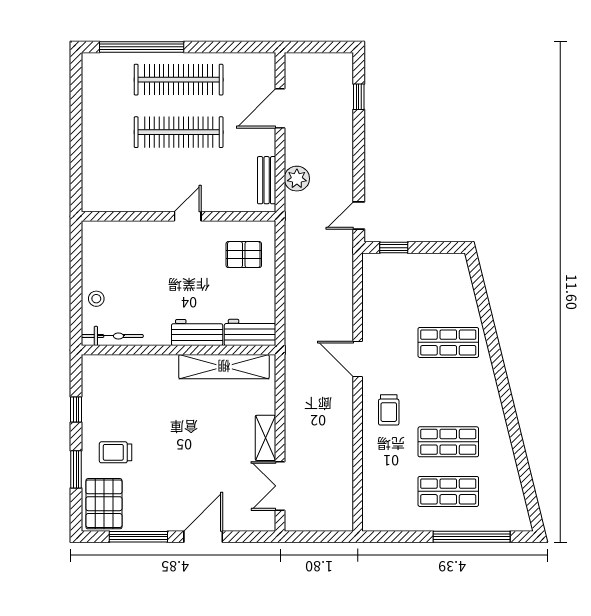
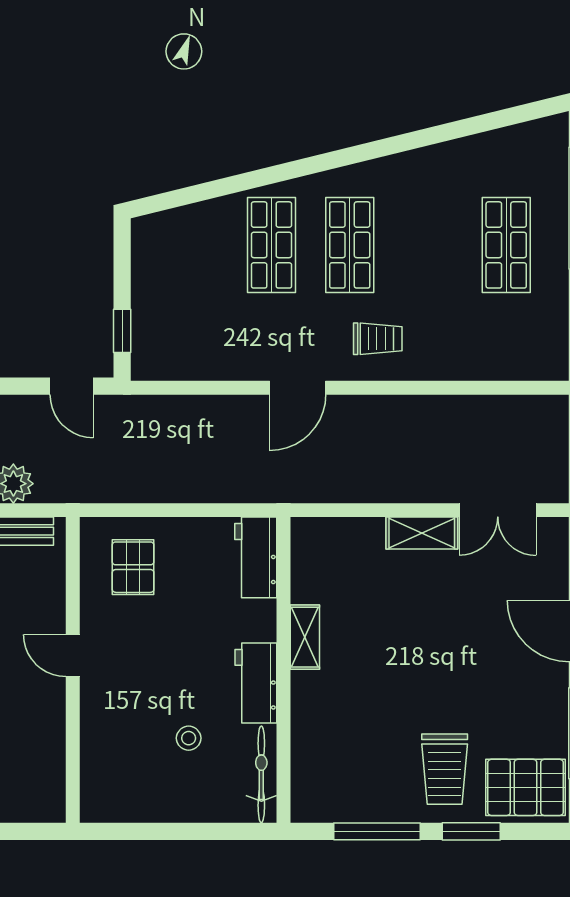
stool: (96, 299) -> (189, 738), moved
workbench: (197, 333) -> (256, 683), moved
shelving: (224, 367) -> (305, 637), width x0.45, depth x0.75
window: (76, 409) -> (377, 831), width x2.17
shop shelf: (448, 442) -> (350, 245), moved
trolley: (116, 452) -> (445, 769), width x1.36, depth x1.39

